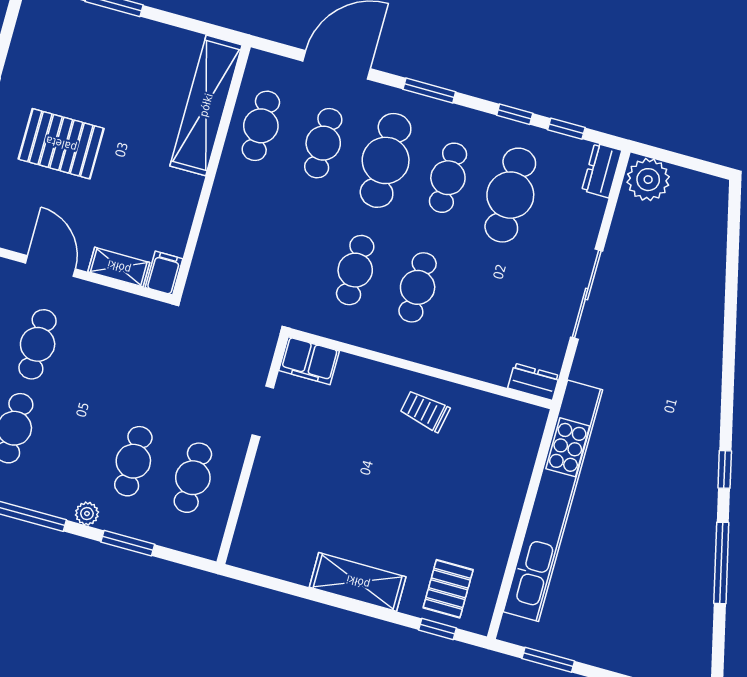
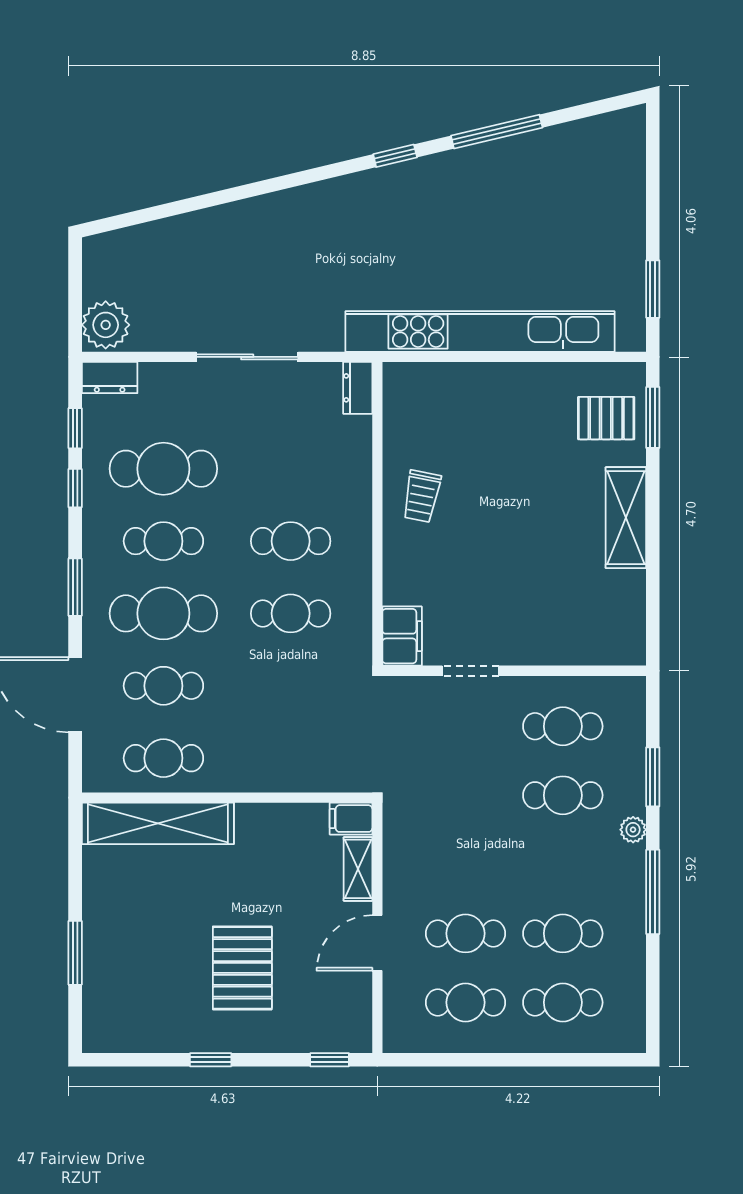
window: (438, 629) -> (653, 417), width x1.50

